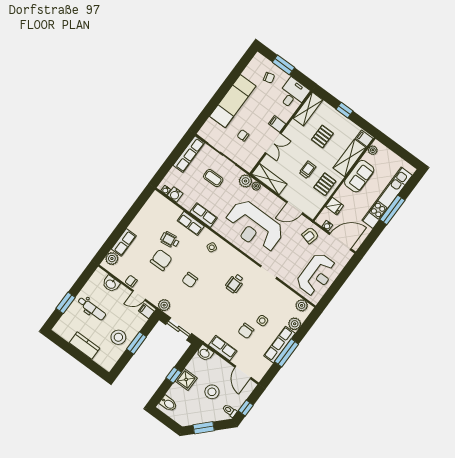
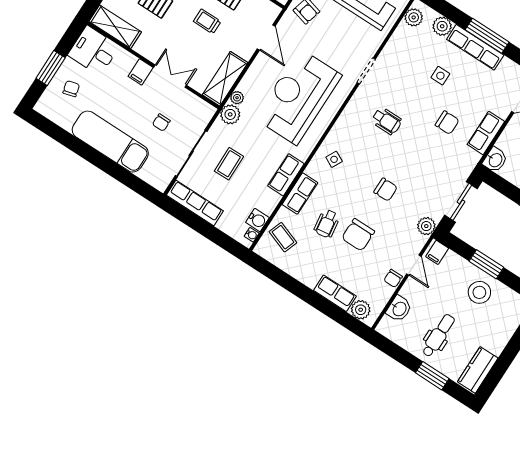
coffee table: (163, 211) -> (283, 237), added
reception desk: (254, 226) -> (298, 97), turned 180
chair: (161, 260) -> (358, 235), turned -90
chair: (246, 331) -> (447, 123), moved
kitchen counter: (85, 346) -> (478, 370), moved

